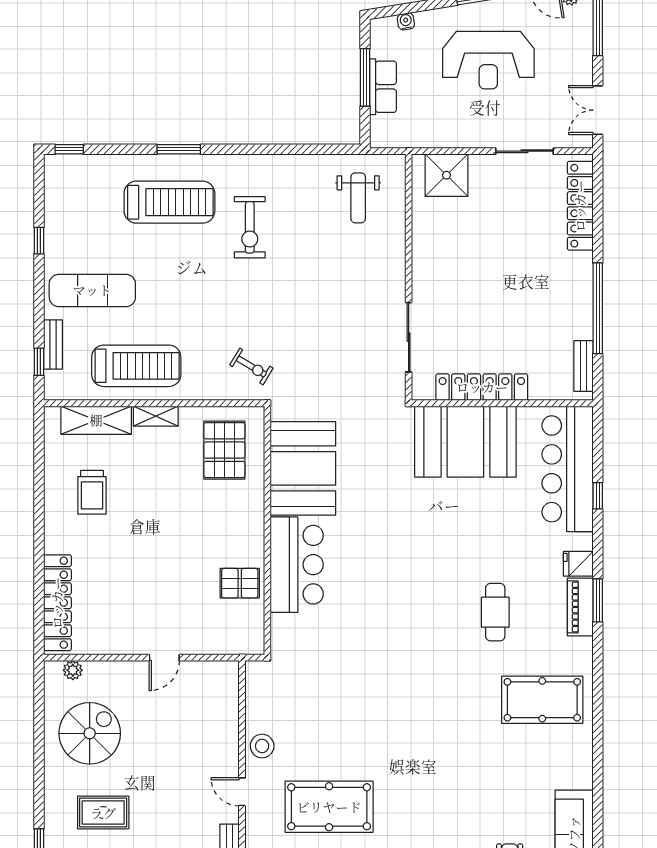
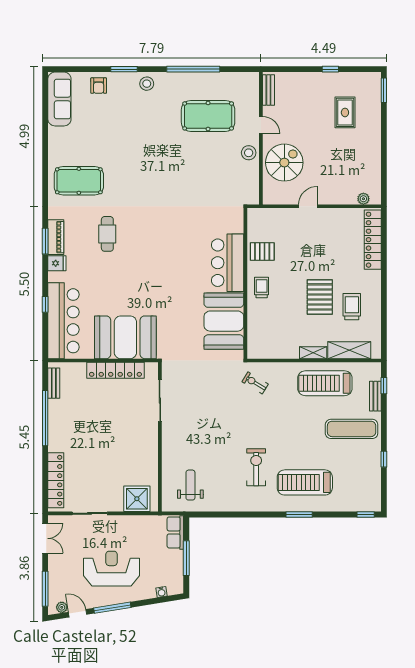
row of seats: (383, 87) -> (175, 532), moved
pallet: (224, 450) -> (320, 297), moved
trolley: (241, 524) -> (262, 287), added
spiral stairs: (90, 733) -> (284, 163), moved, turned 180
rug: (103, 813) -> (345, 112), turned 90

